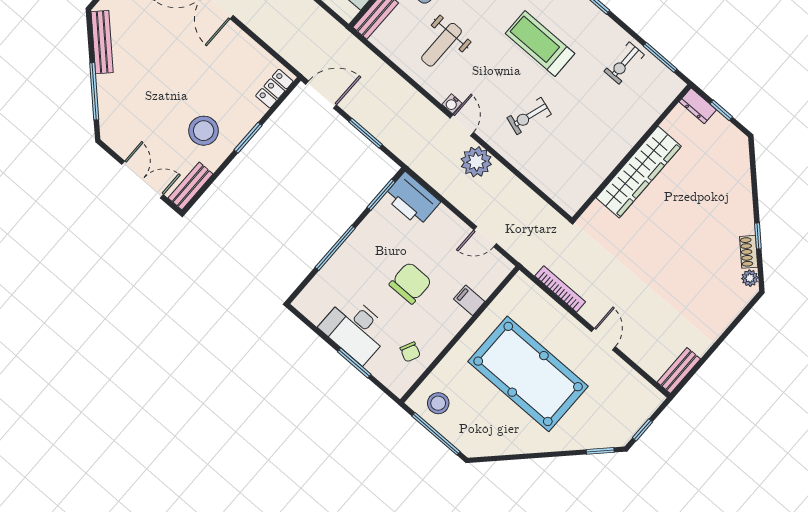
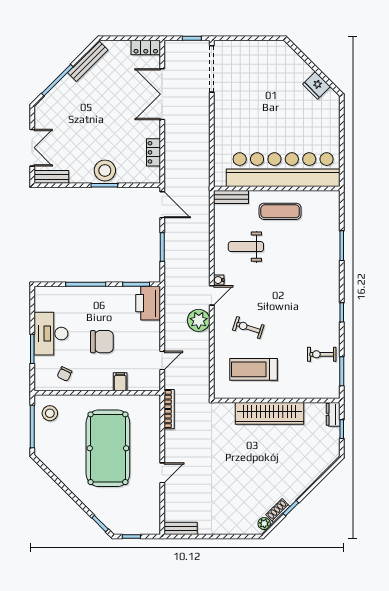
treadmill: (540, 44) -> (253, 369), moved, turned -90
locker: (274, 89) -> (153, 152), moved, turned -90
stool: (204, 131) -> (105, 170), moved
door: (485, 237) -> (162, 360), swing flipped
bookcase: (560, 289) -> (169, 409), moved

